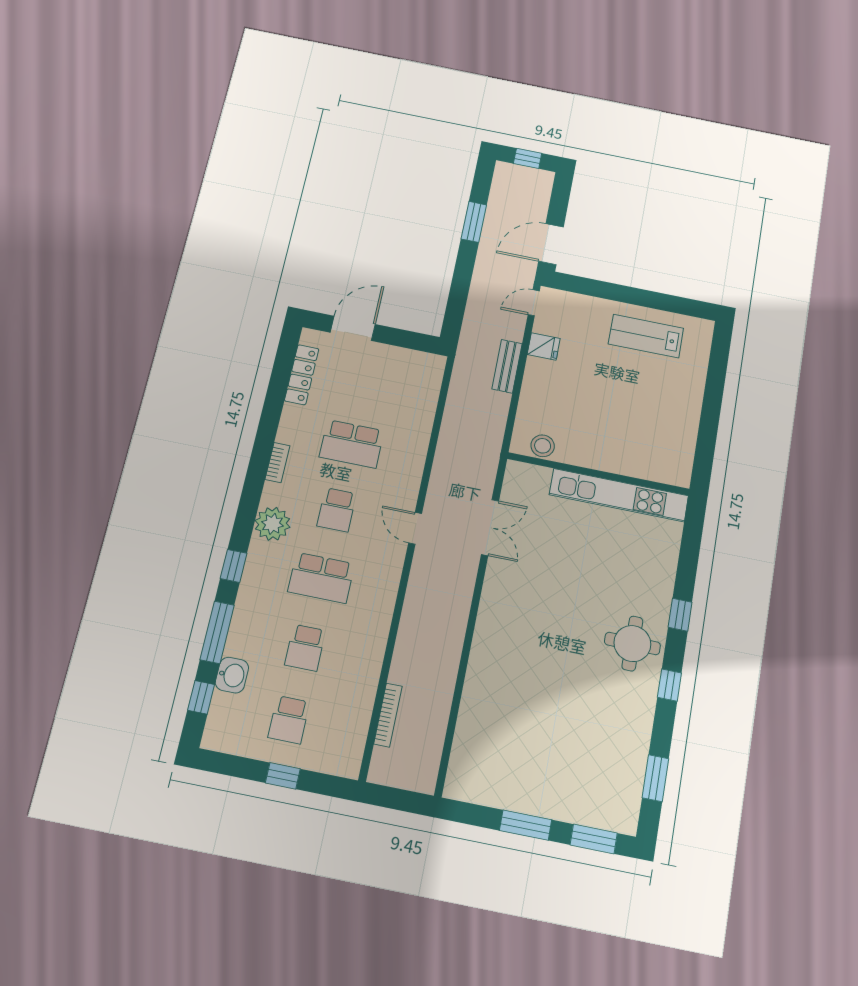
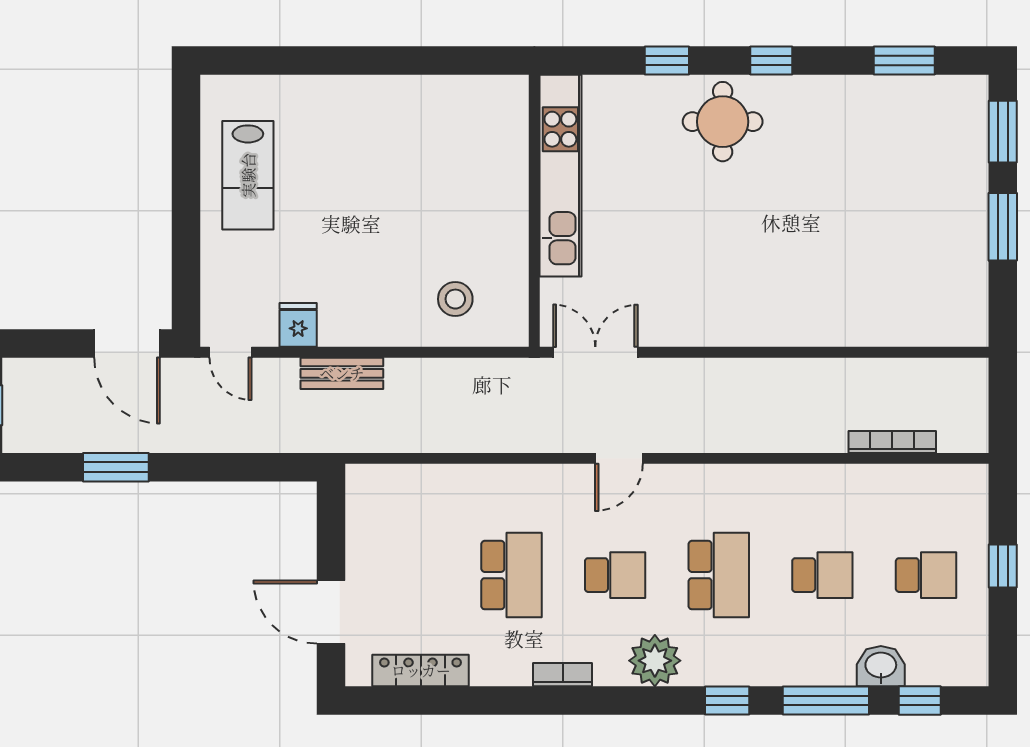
wall: (598, 474) -> (534, 211), moved
kitchen unit: (619, 495) -> (560, 176), moved

